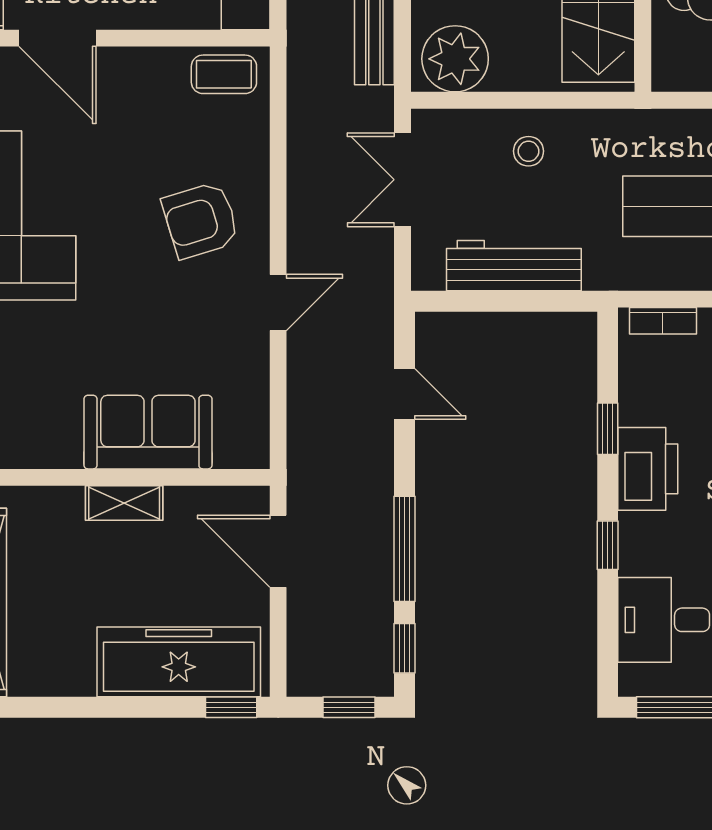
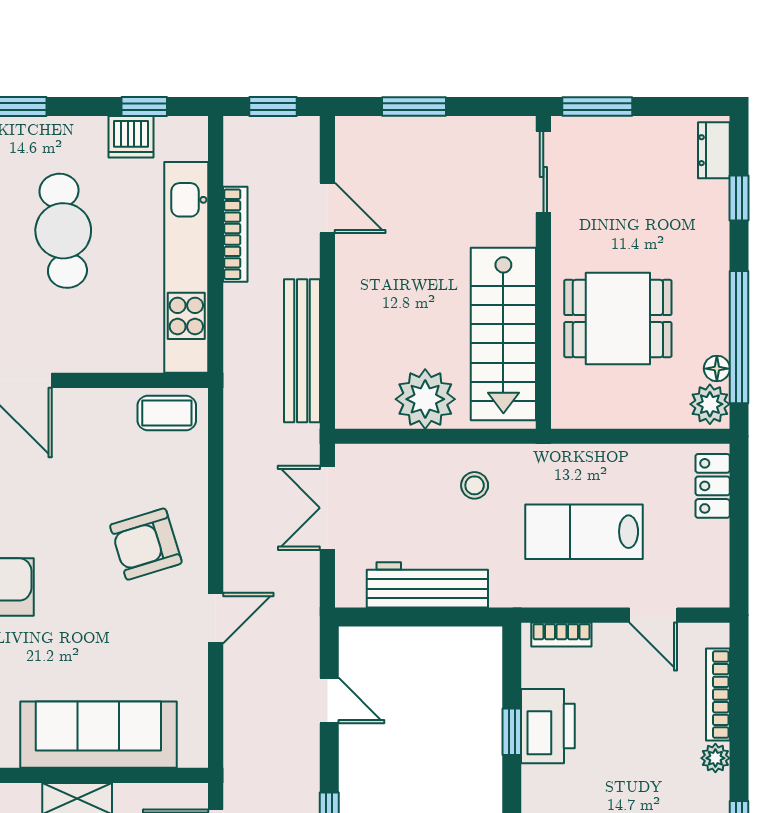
plant: (455, 59) -> (425, 399), moved
stool: (528, 151) -> (475, 485), moved
sofa: (148, 432) -> (98, 735), width x1.36
printer: (648, 469) -> (548, 726), moved

